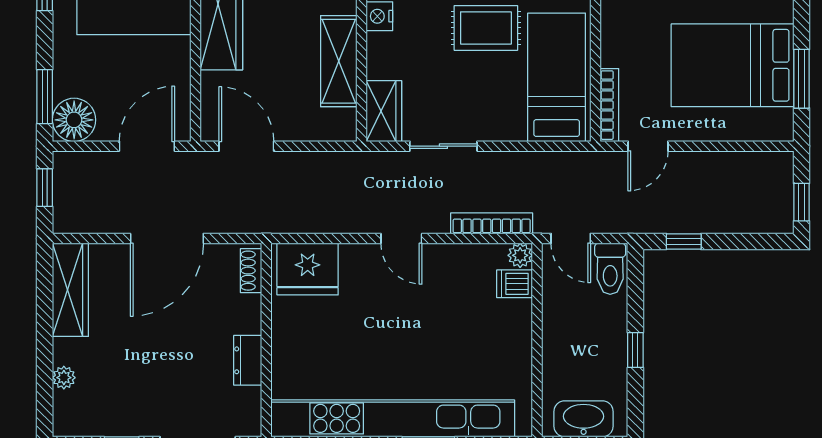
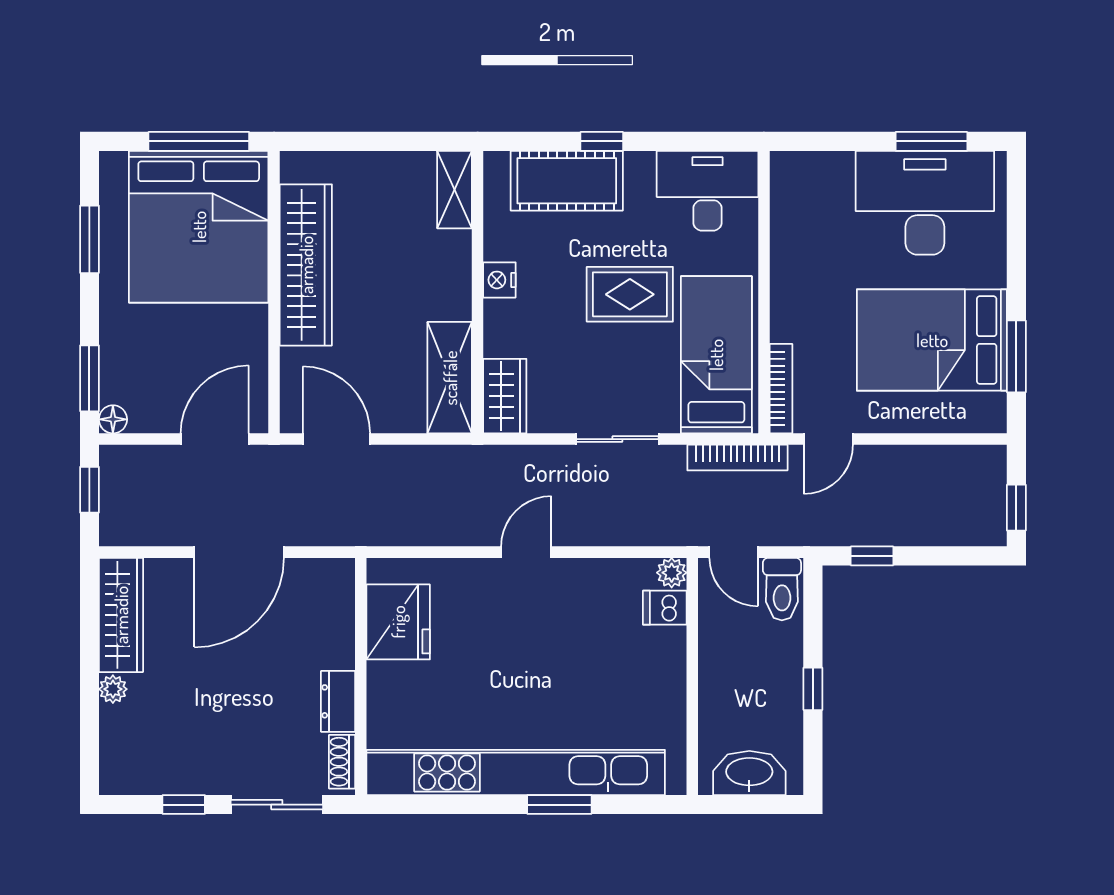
shelving: (339, 61) -> (450, 378), moved
floor lamp: (74, 120) -> (113, 419), width x0.53, depth x0.53
sliding door: (443, 146) -> (617, 439), moved
bookcase: (492, 223) -> (737, 458), moved, turned 180
door: (401, 238) -> (526, 552), swing flipped
fridge: (308, 269) -> (398, 622), moved, turned -90
shoe rack: (251, 271) -> (342, 762), moved
plant: (64, 378) -> (113, 689), moved

